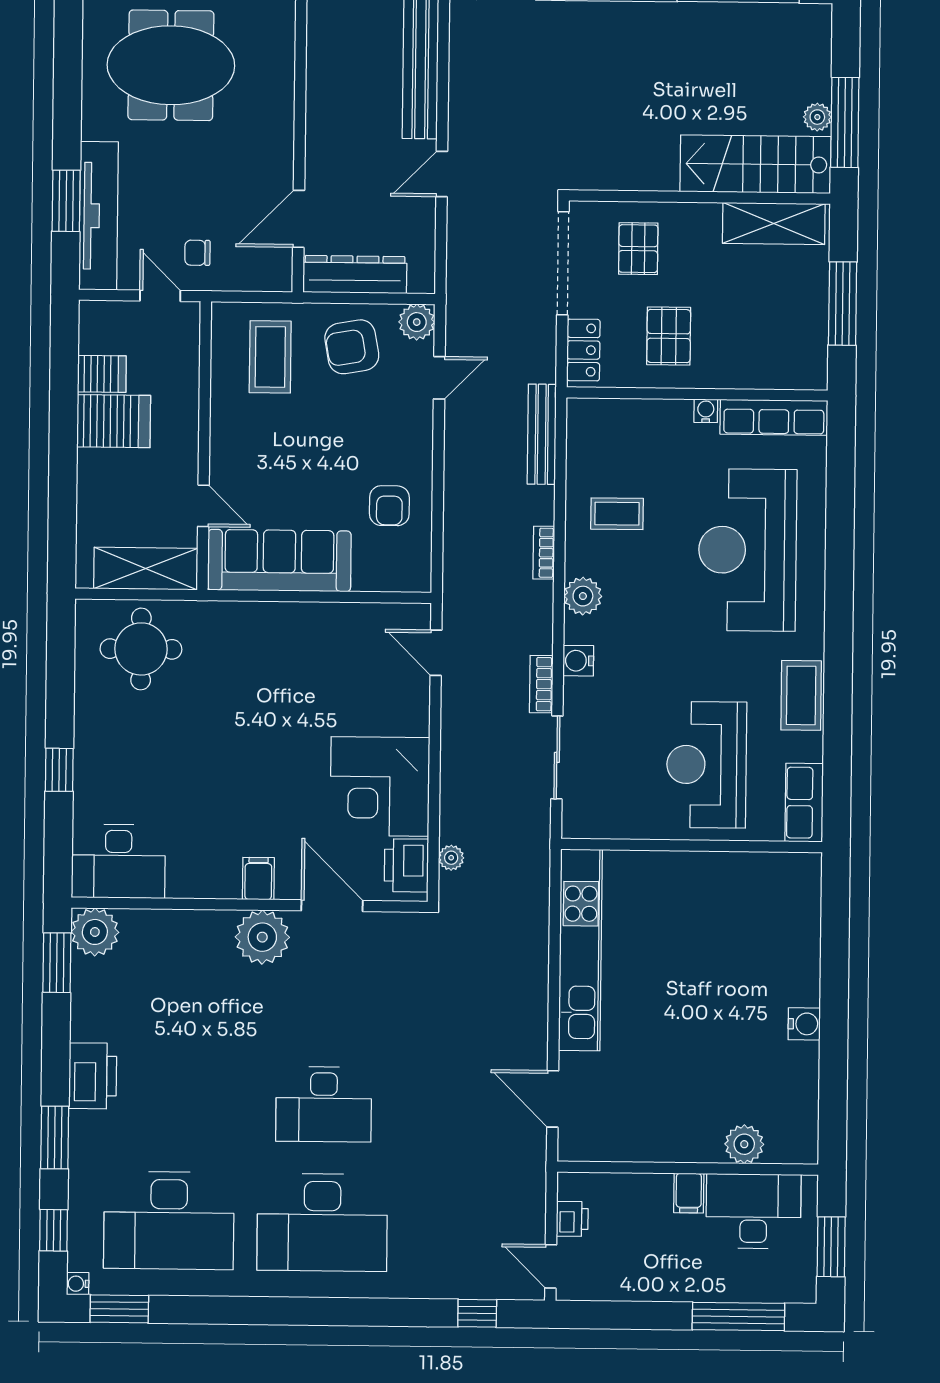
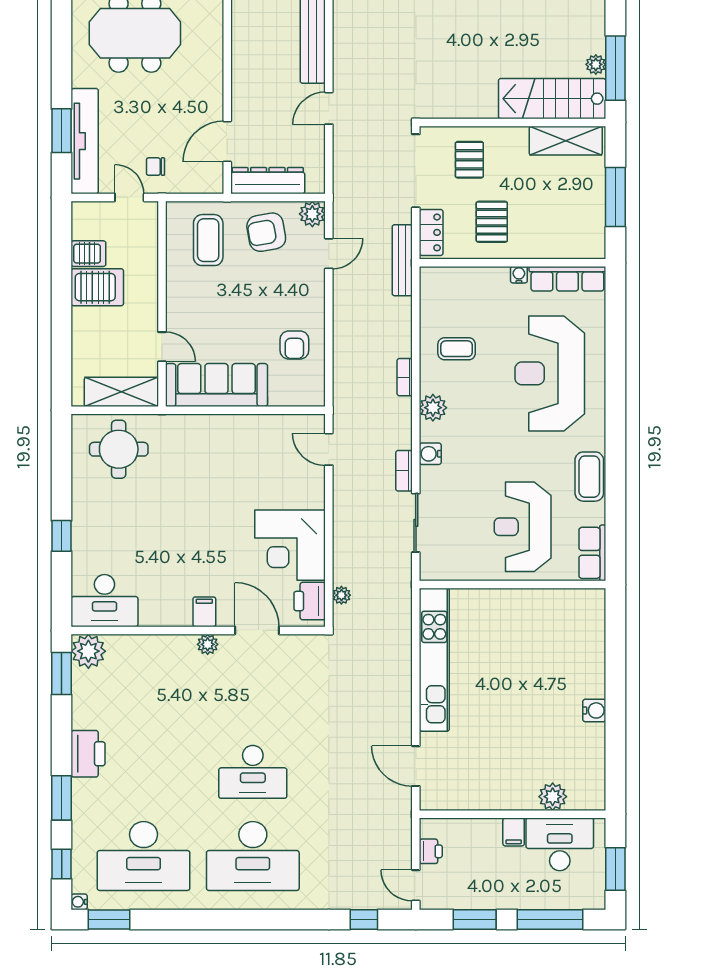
bench: (542, 434) -> (402, 260), moved
plant: (262, 937) -> (208, 644), width x0.53, depth x0.53
window: (633, 1315) -> (475, 919), added

